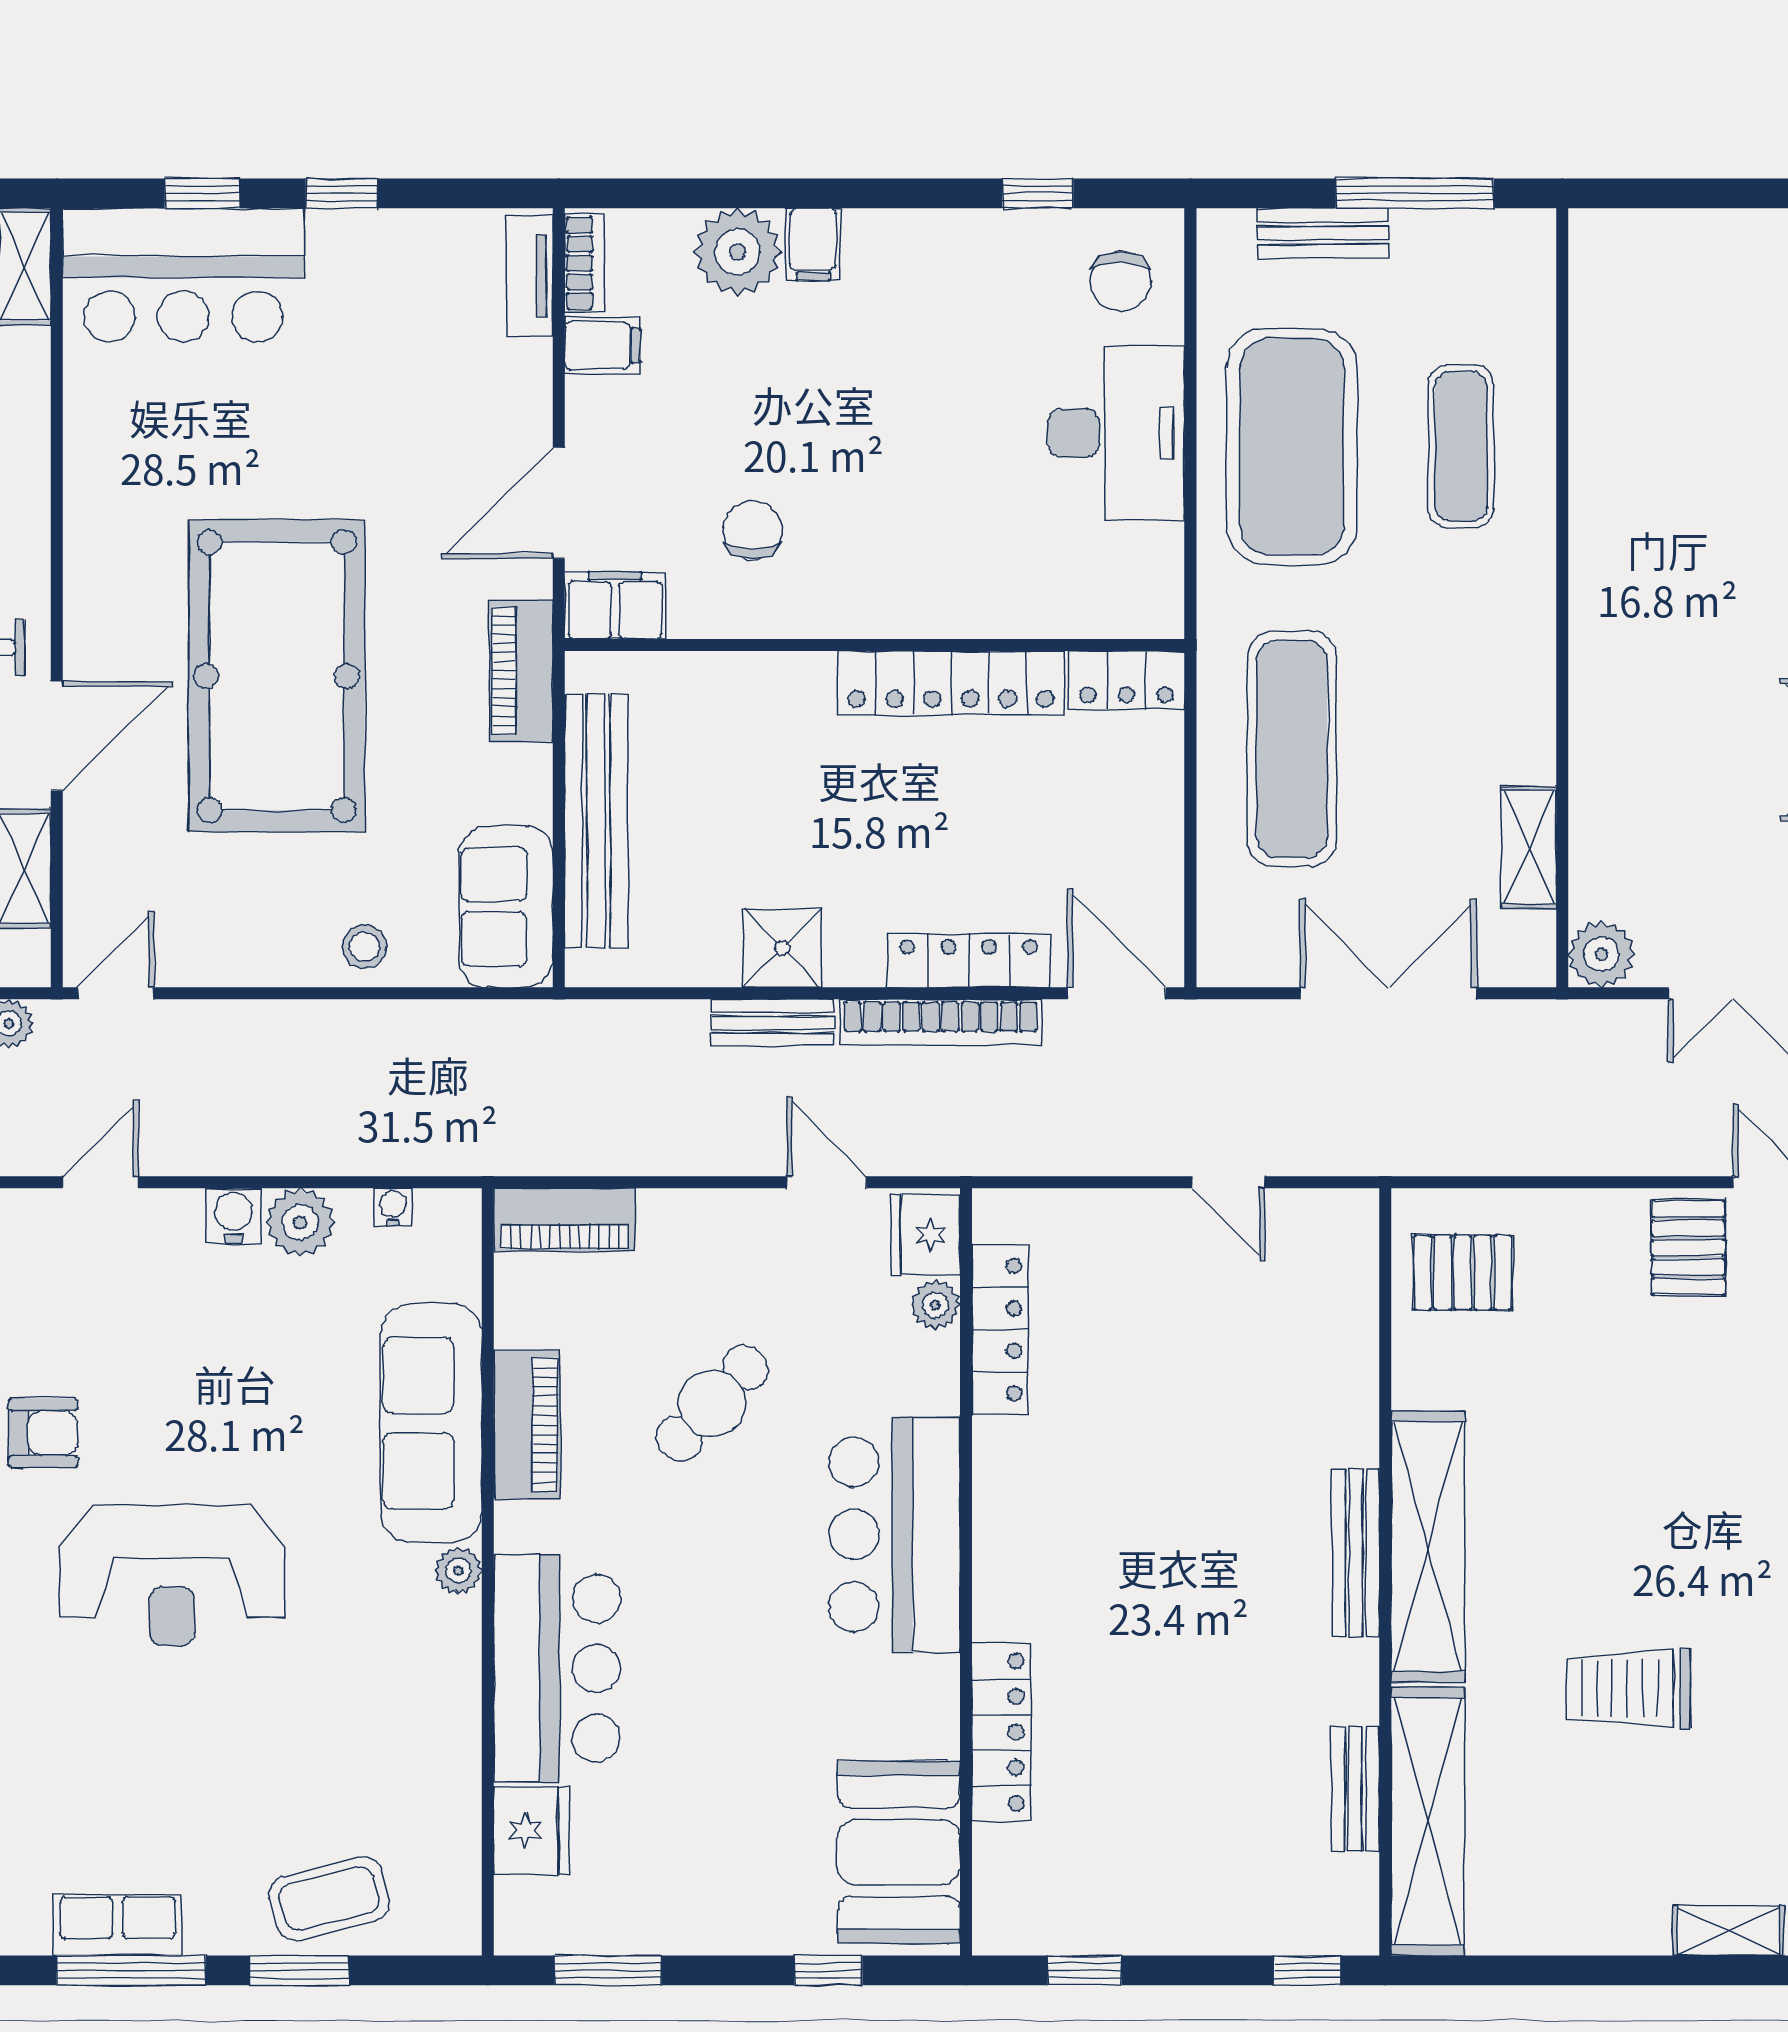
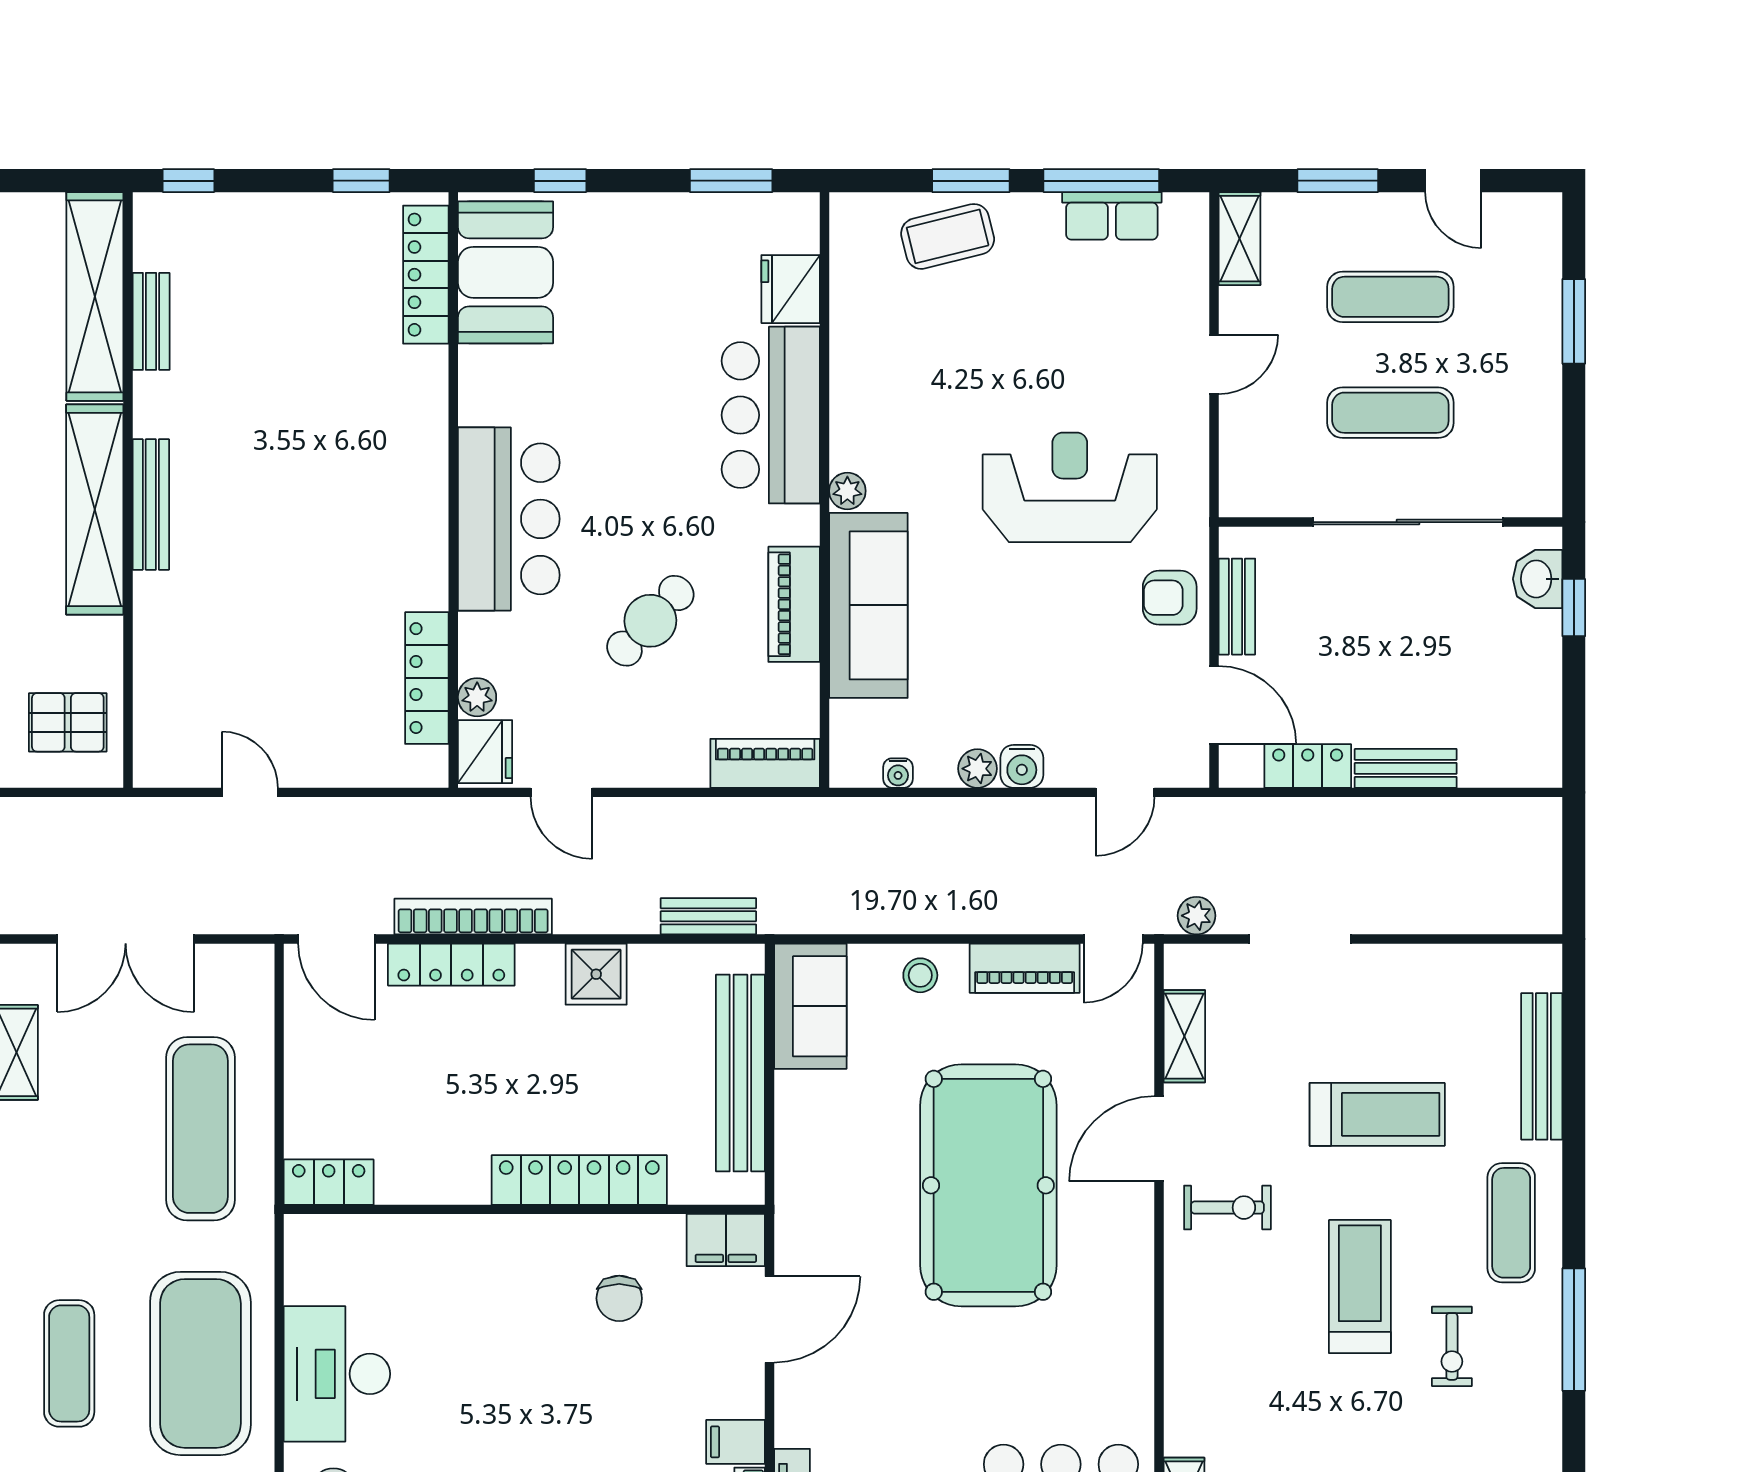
piano: (521, 671) -> (1025, 968), moved, turned 90
locker: (951, 683) -> (579, 1180), moved
bench: (773, 1023) -> (708, 916), moved
plant: (300, 1222) -> (977, 769), width x0.73, depth x0.73
locker: (1001, 1732) -> (426, 275), moved

